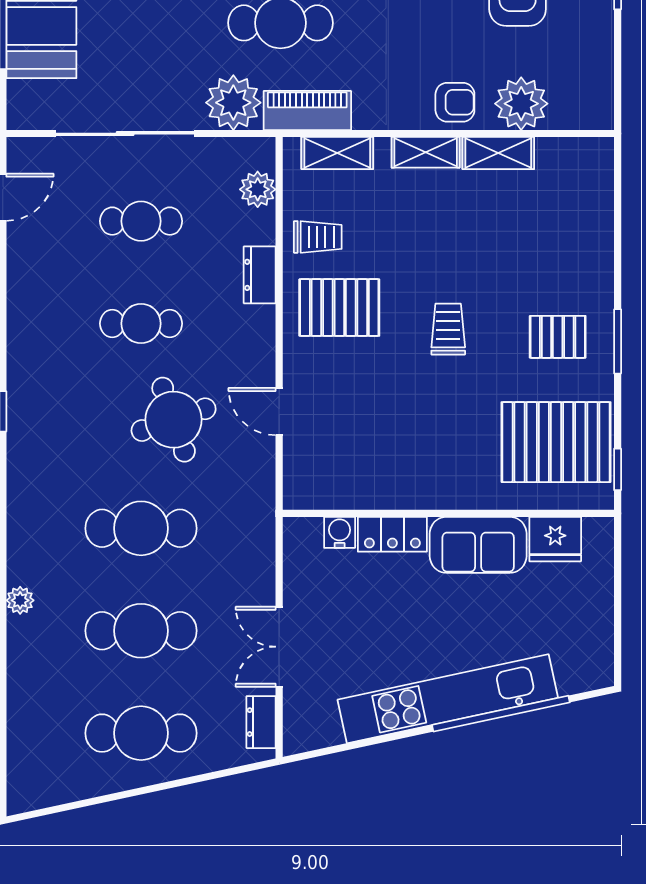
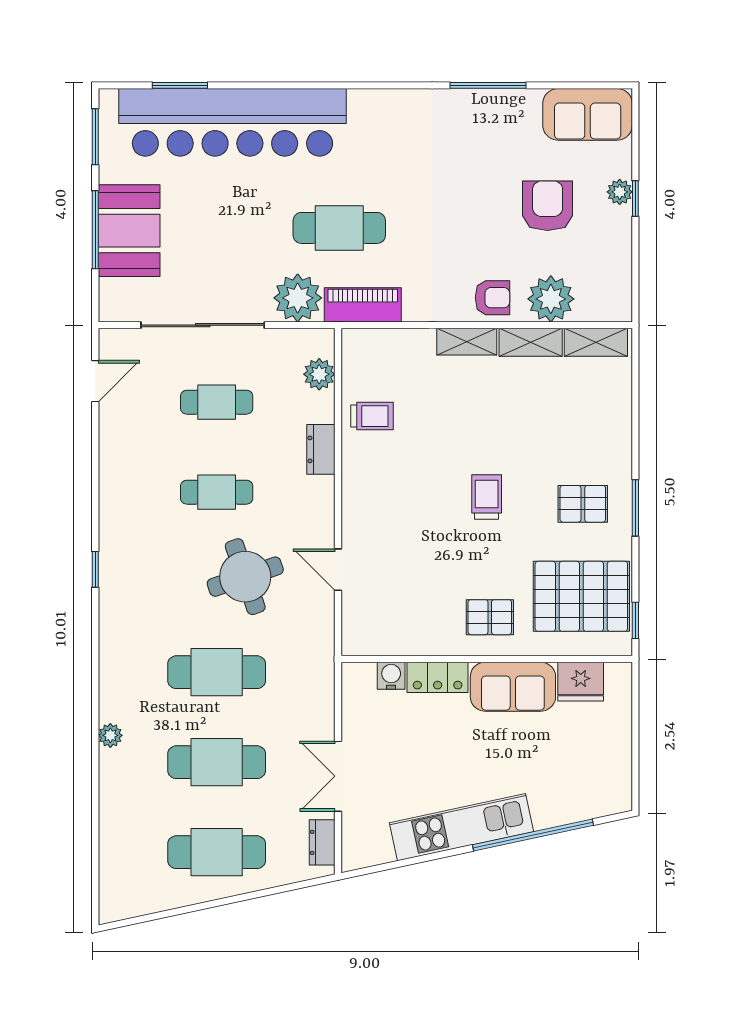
shelving: (337, 153) -> (596, 342), moved
pallet: (339, 308) -> (490, 617), moved, width x0.67, depth x0.71
kitchen unit: (448, 699) -> (461, 827), width x0.73

